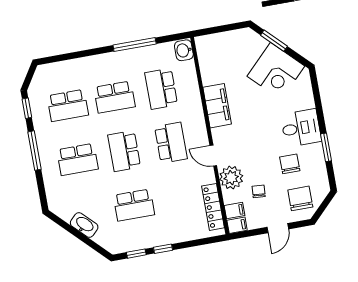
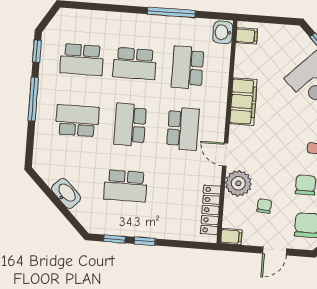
school desk: (77, 159) -> (77, 121), turned 180
filing cabinet: (235, 210) -> (247, 36), moved

